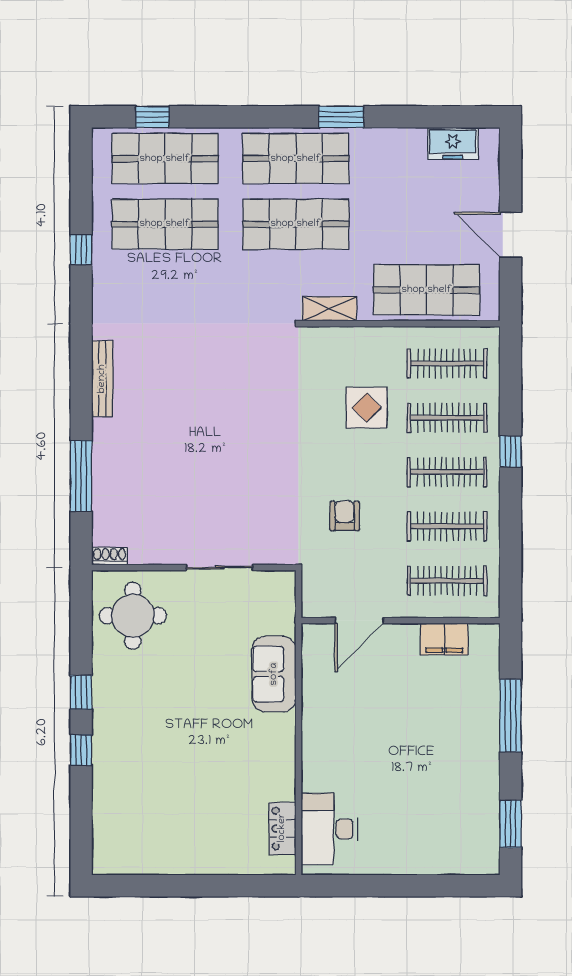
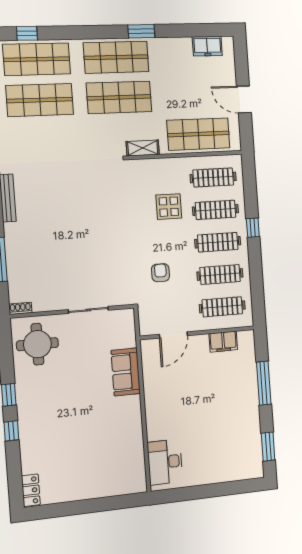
locker: (282, 828) -> (31, 490), moved, turned 180

